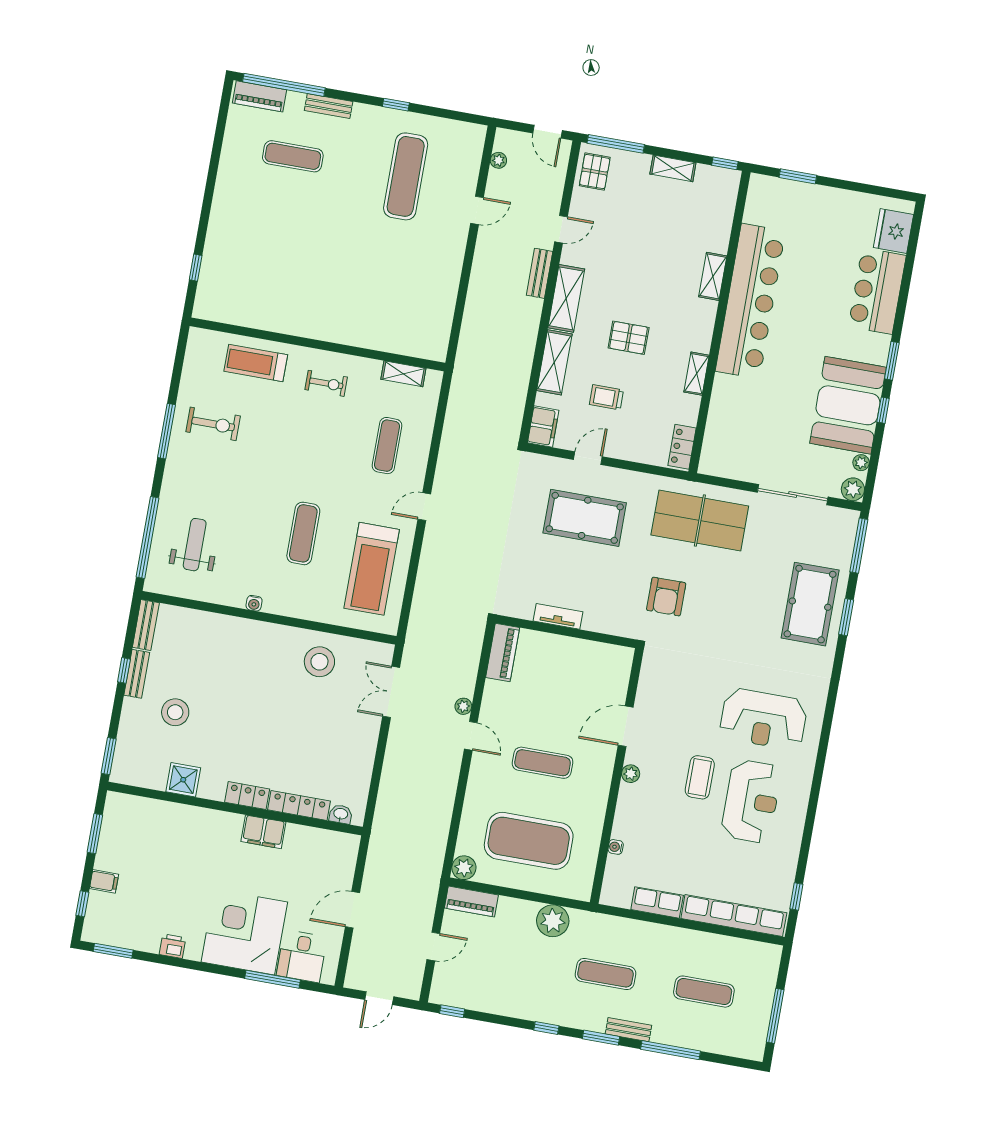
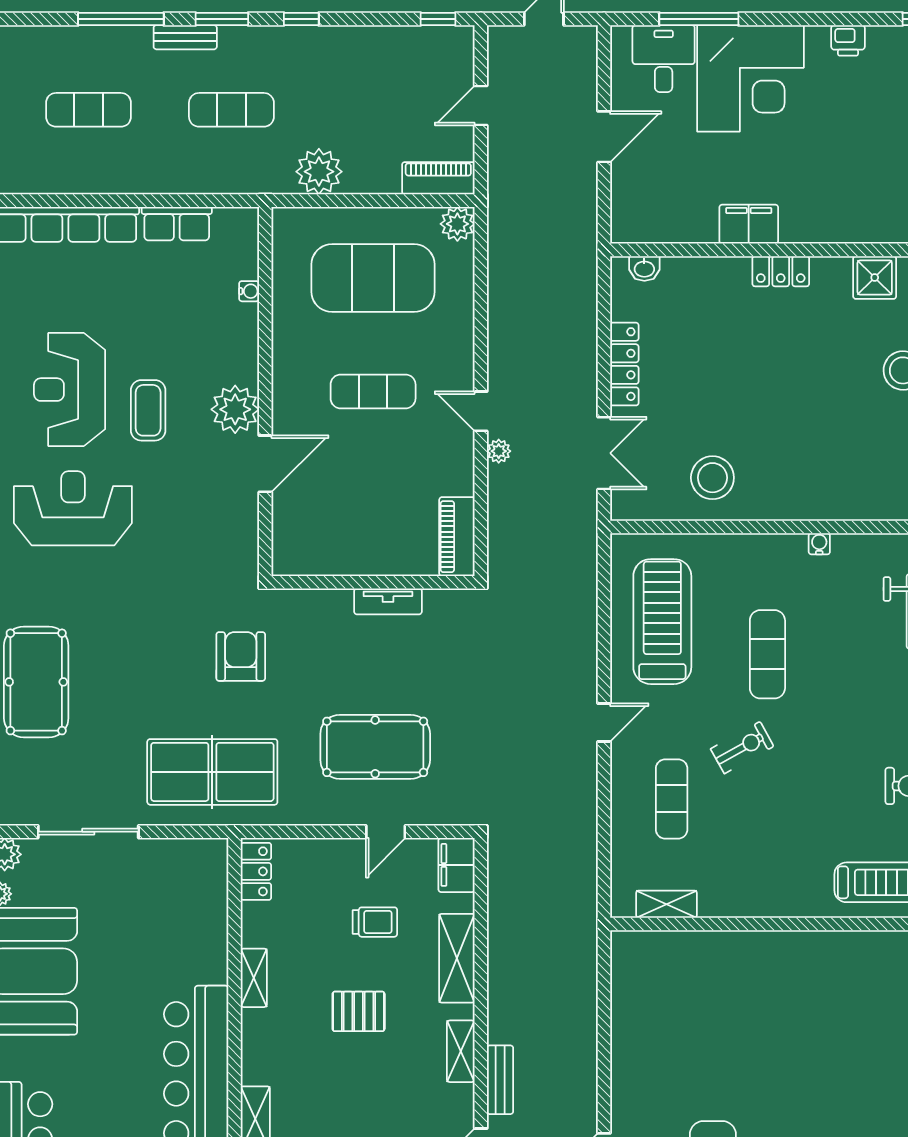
shelving: (566, 298) -> (461, 1051), width x0.67, depth x0.75
exercise bike: (326, 383) -> (742, 748), moved, turned 151
plant: (631, 774) -> (235, 409), width x1.88, depth x1.88
locker: (299, 805) -> (624, 364), moved, turned -90

